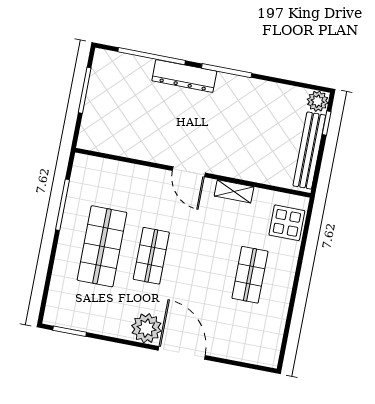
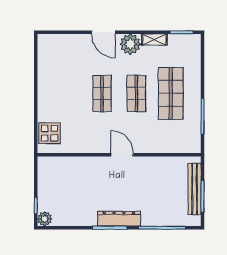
dresser: (184, 76) -> (119, 219), moved
bench: (309, 151) -> (195, 189), moved
shelving: (234, 191) -> (154, 40), moved
shop shelf: (250, 275) -> (102, 94), moved
door: (182, 353) -> (103, 32), width x0.73

